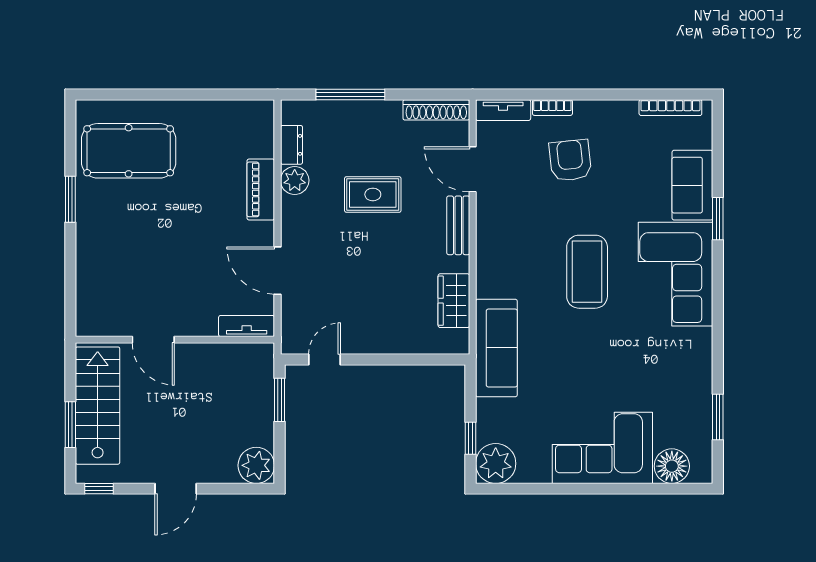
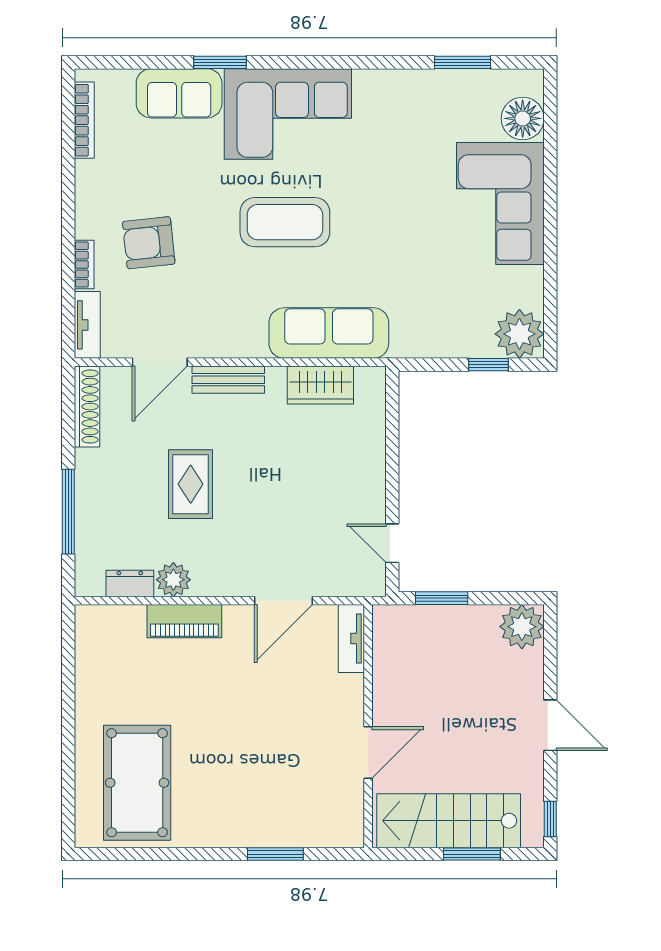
window: (70, 199) -> (275, 854), moved
sofa: (496, 348) -> (329, 333), moved

